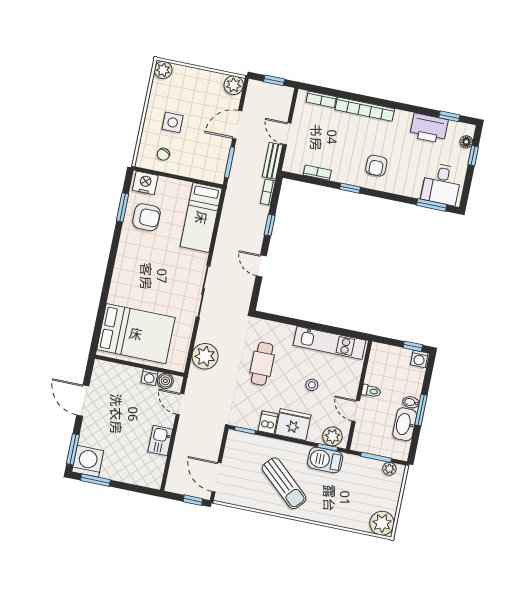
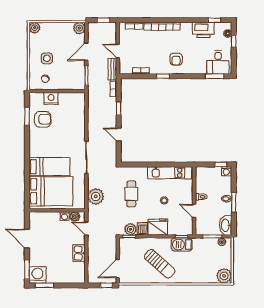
nightstand: (145, 183) -> (51, 98), moved
bed: (201, 218) -> (49, 167), moved, turned -90
washbasin: (405, 424) -> (226, 225), moved
plant: (332, 436) -> (131, 229), moved
door: (216, 477) -> (118, 269), hinge flipped

